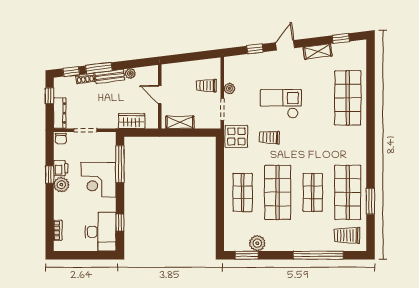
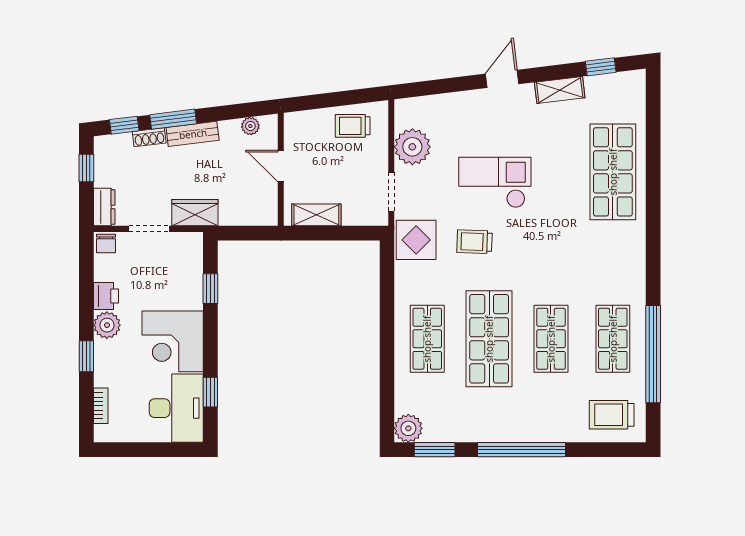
window: (255, 49) -> (449, 85), removed
plant: (130, 73) -> (250, 126), moved
trolley: (206, 86) -> (353, 126), moved
plant: (229, 89) -> (412, 147), width x1.88, depth x1.88
dresser: (60, 113) -> (104, 207), width x0.70
wardrobe: (132, 121) -> (195, 213), moved
window: (120, 164) -> (210, 289), width x0.46
window: (50, 174) -> (86, 356), moved
corner desk: (99, 180) -> (173, 341), moved
shop shelf: (348, 192) -> (613, 339), width x0.70, depth x0.74
window: (371, 201) -> (653, 354), width x2.11
plant: (257, 243) -> (408, 428), moved
window: (318, 255) -> (521, 450), moved

